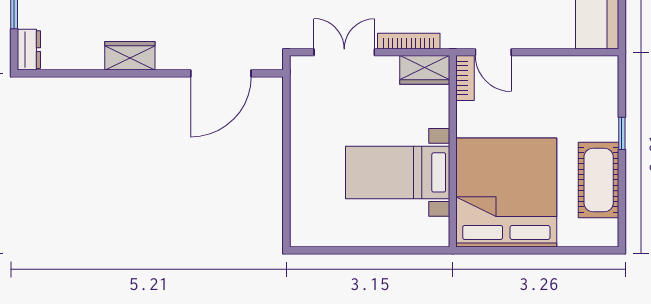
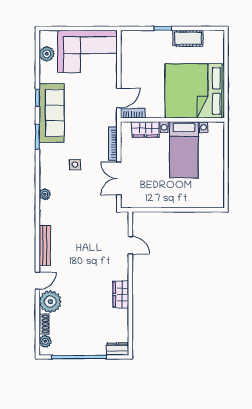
wardrobe: (425, 70) -> (145, 129), moved, turned 90
door: (221, 73) -> (130, 245), width x0.53
cot: (599, 180) -> (188, 38), width x0.73, depth x0.75

